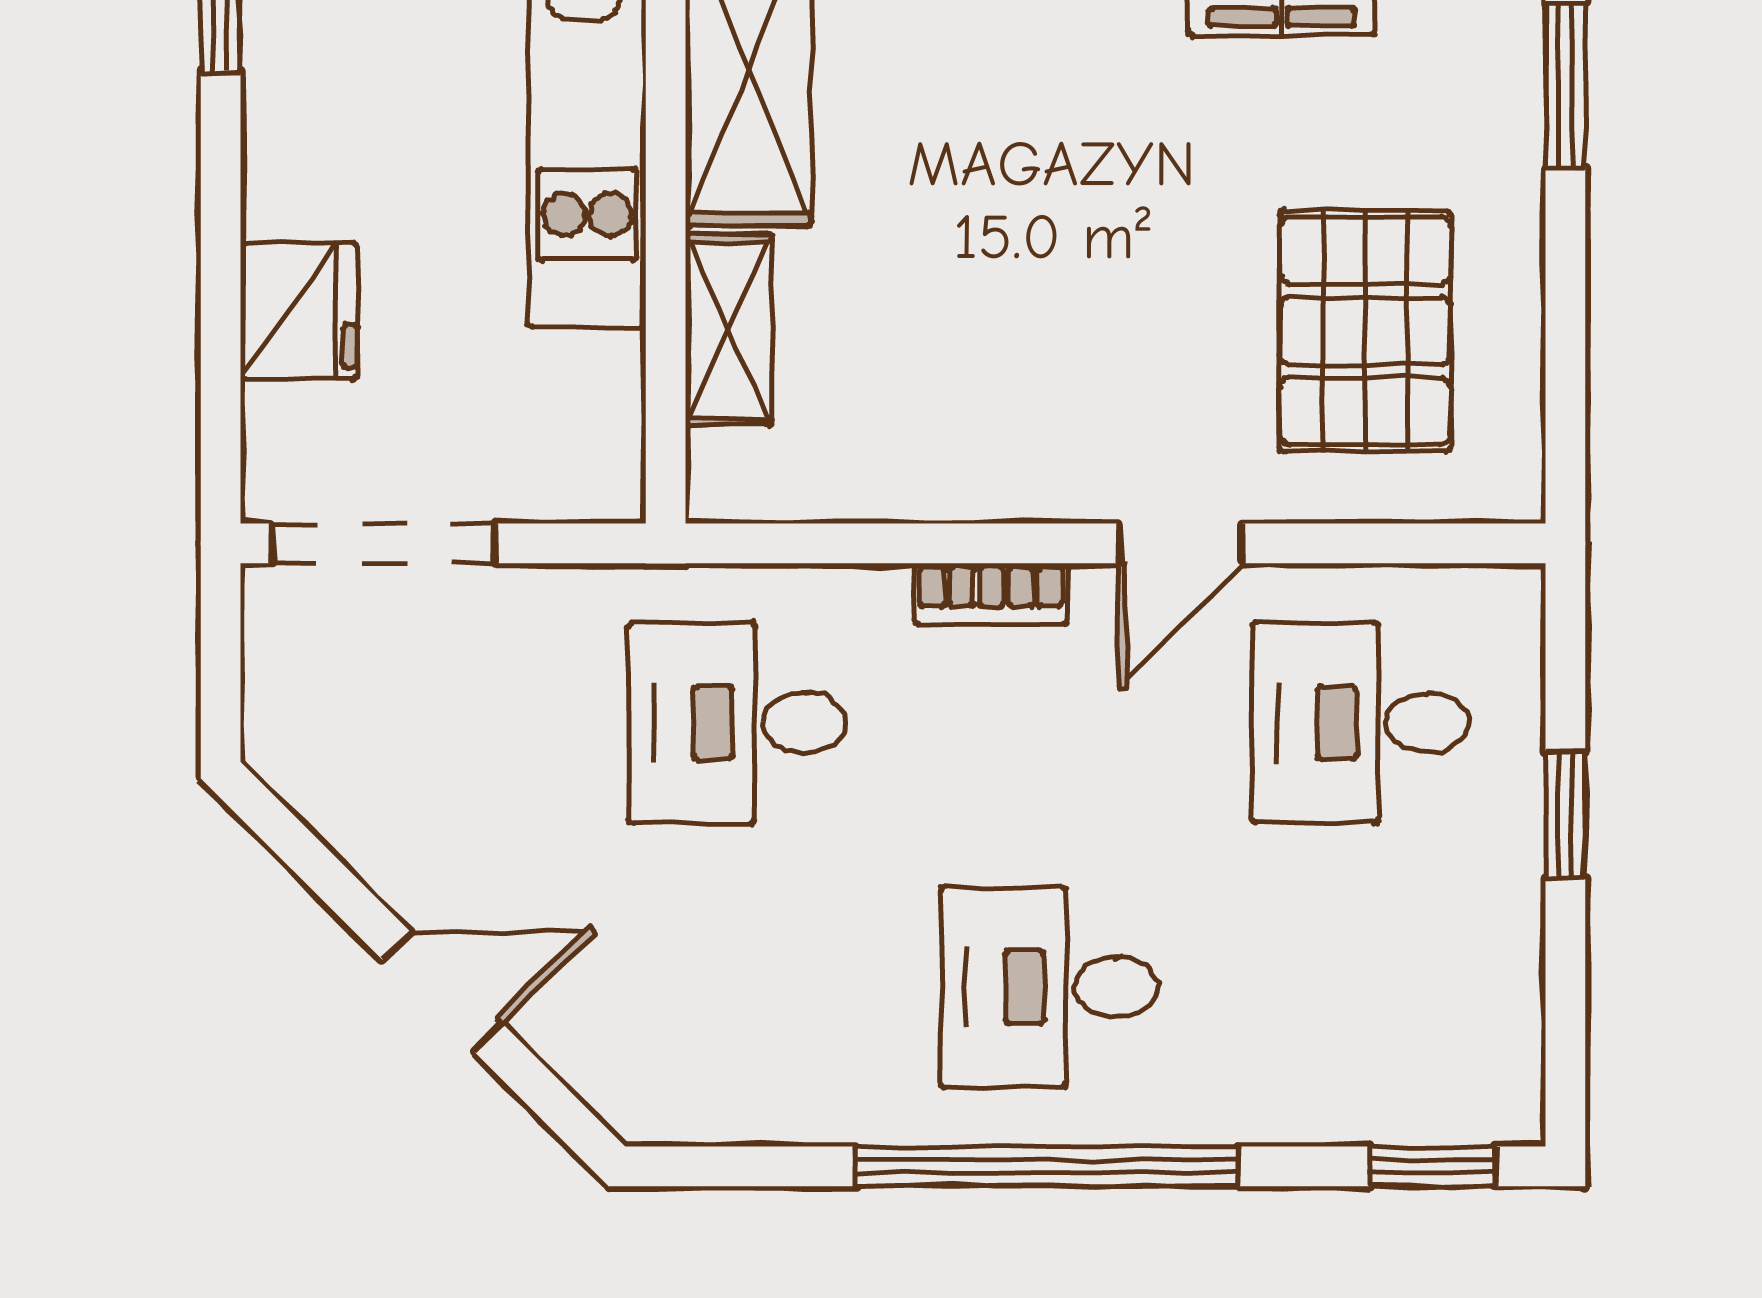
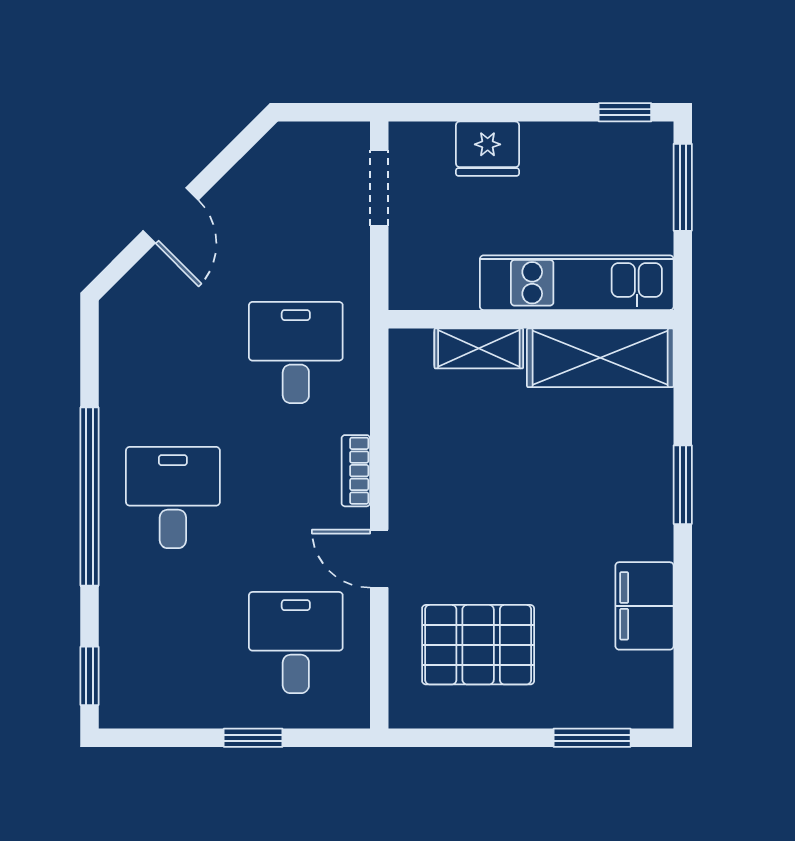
doorway: (384, 543) -> (379, 188), width x0.73

